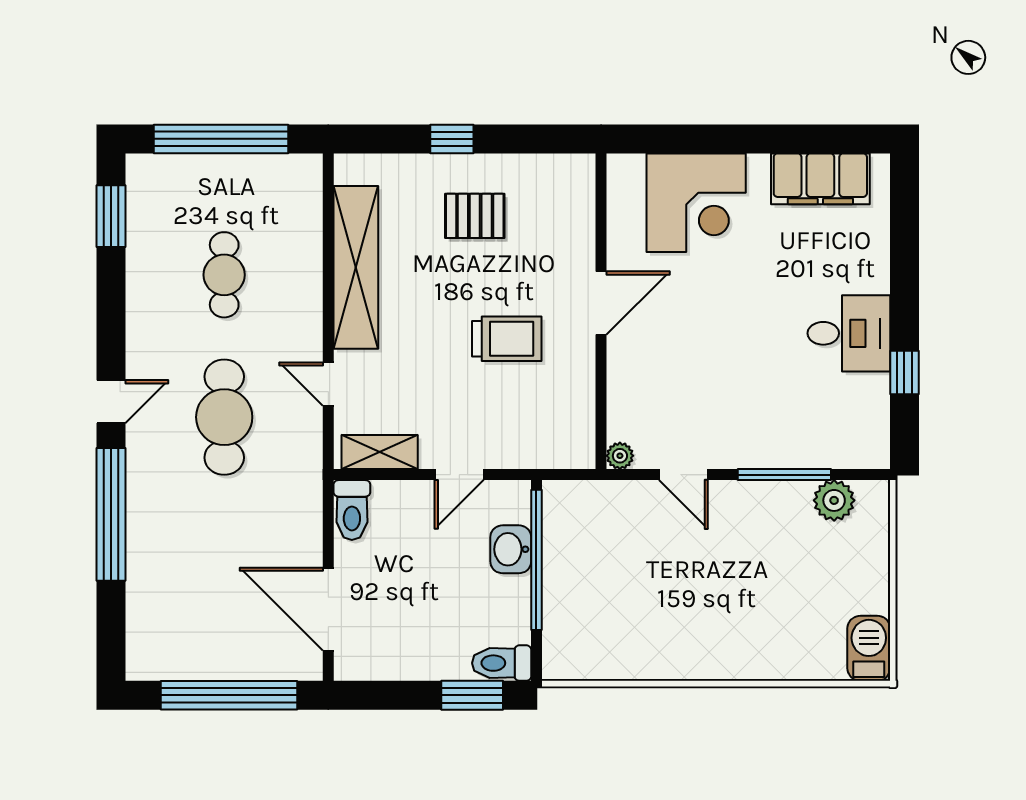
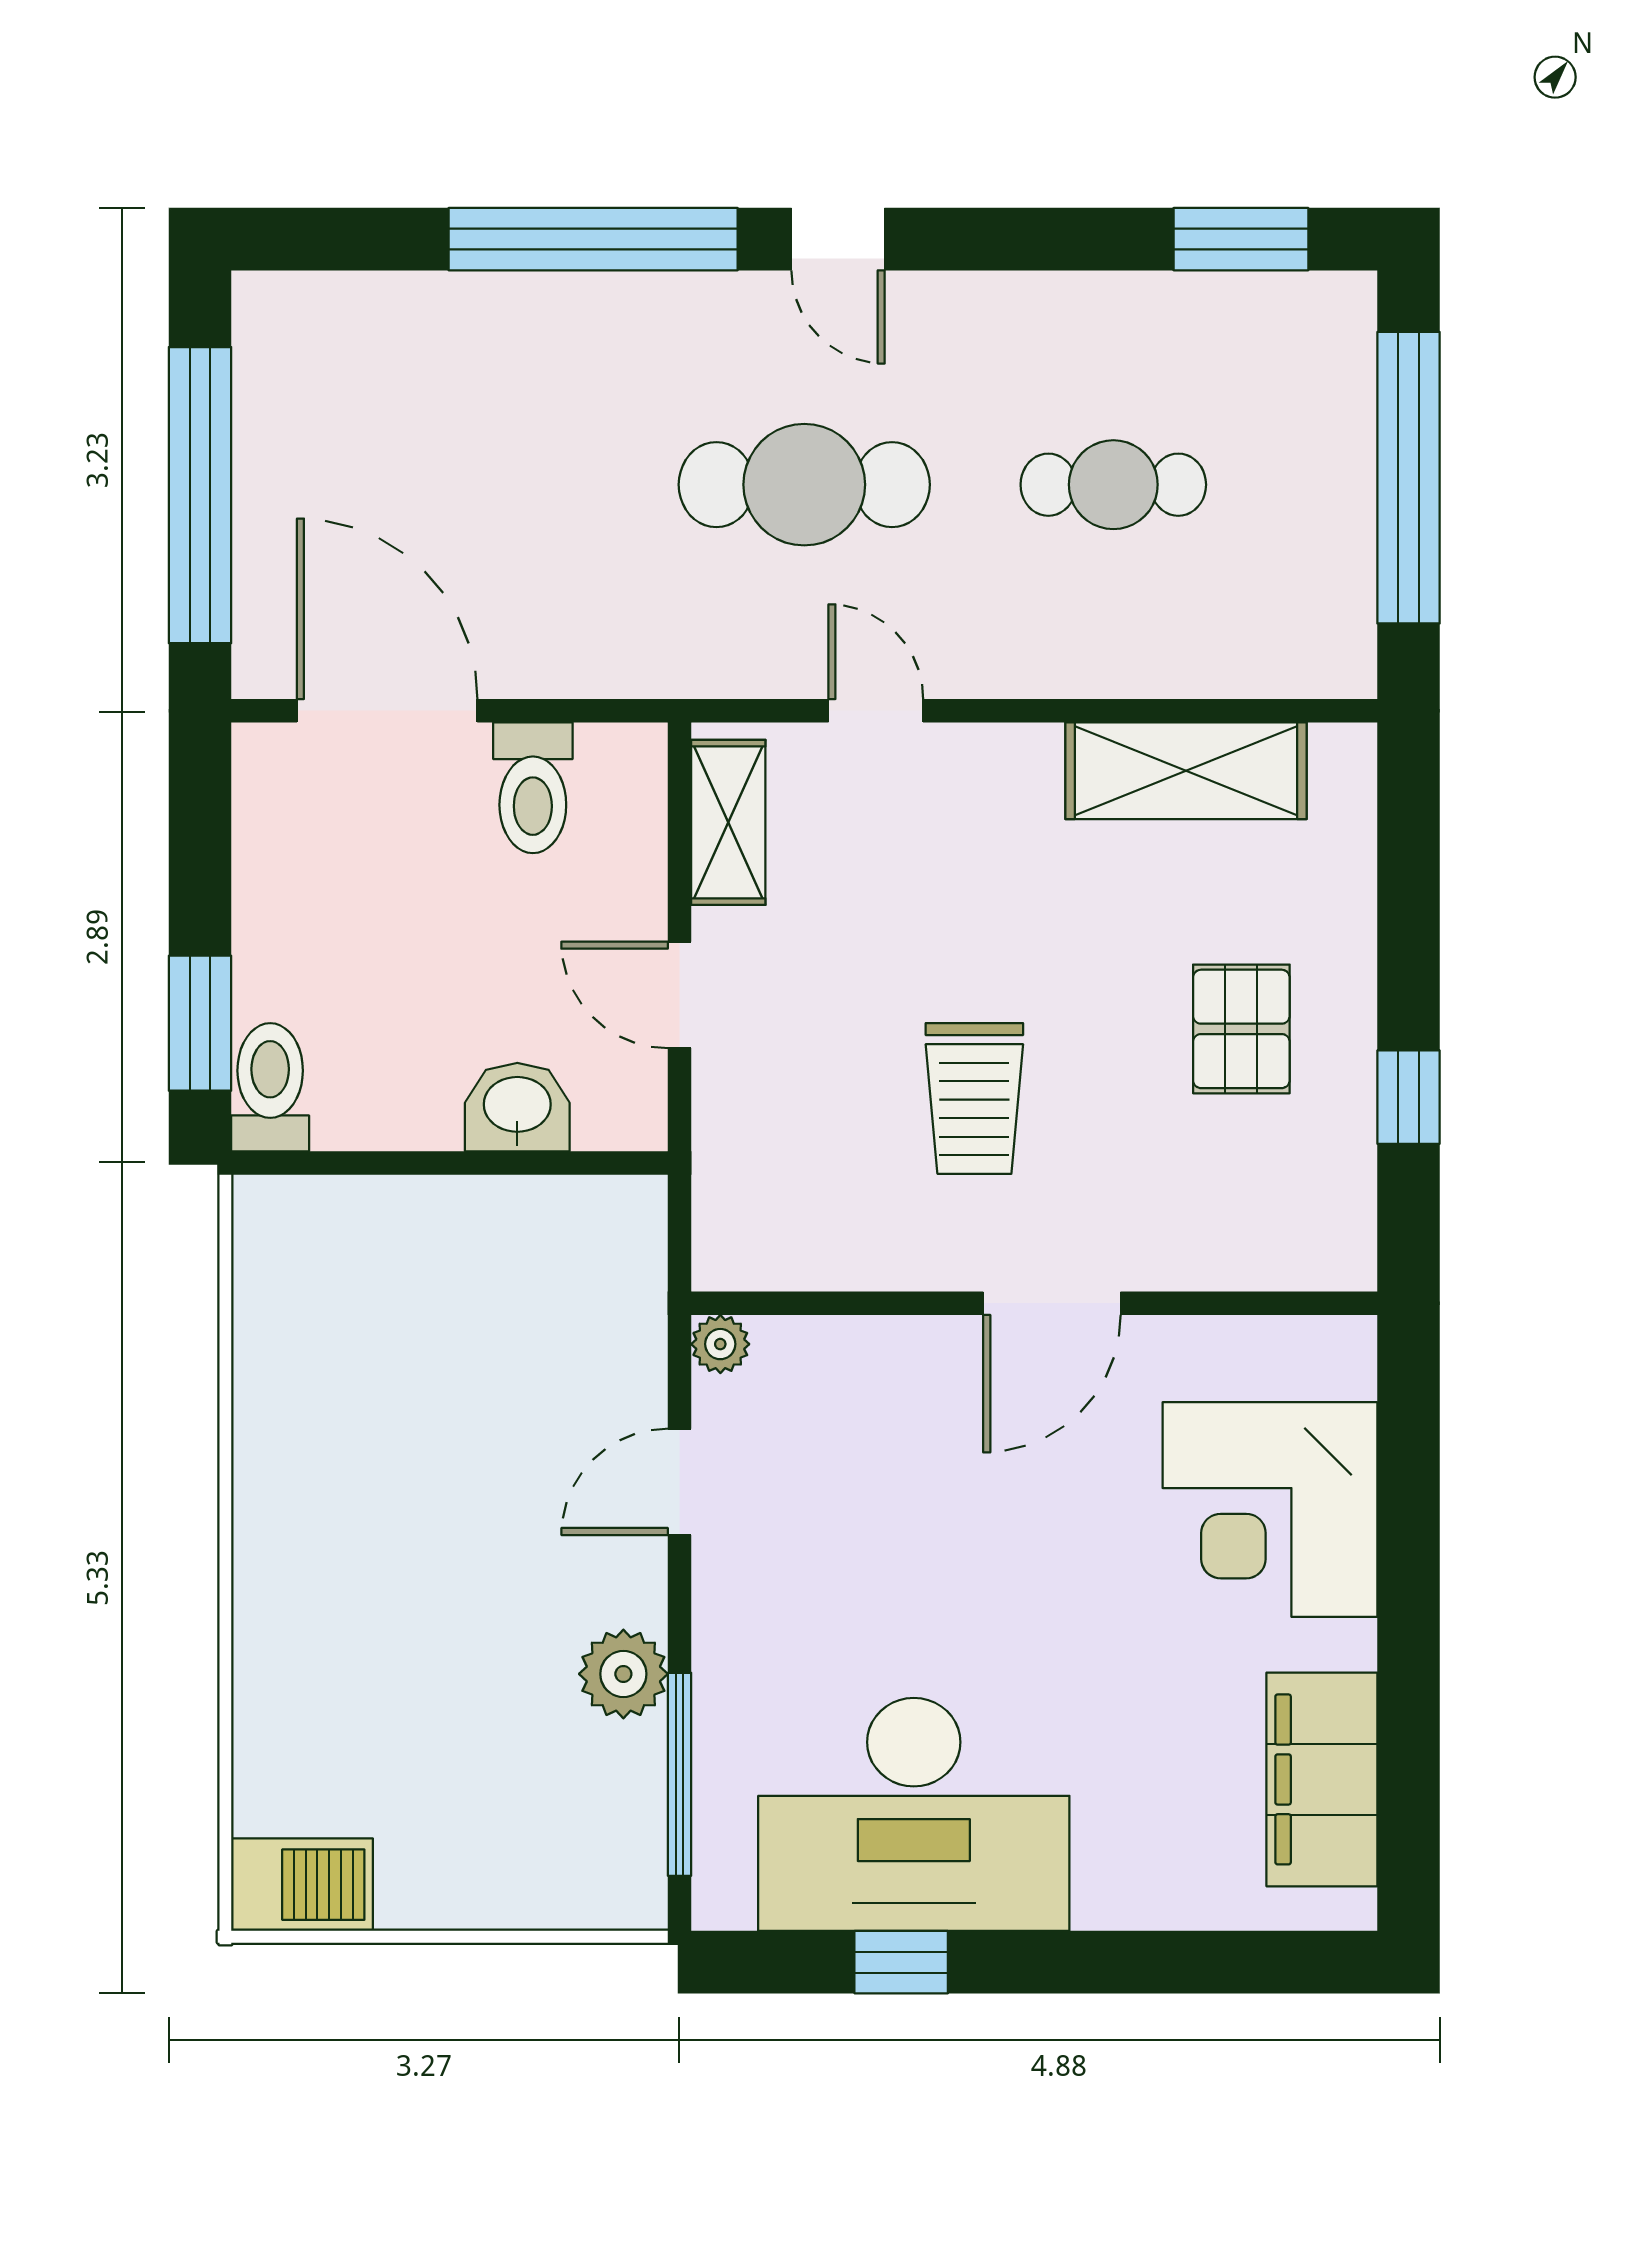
window: (452, 139) -> (1408, 1097), moved
shelving: (356, 267) -> (1186, 771), width x0.68
door: (601, 303) -> (1052, 1303), hinge flipped
desk: (849, 333) -> (914, 1814), width x1.87, depth x1.30
door: (328, 384) -> (876, 711), hinge flipped
window: (784, 475) -> (679, 1774), moved
plant: (834, 500) -> (623, 1674), moved
toilet: (352, 510) -> (533, 788), moved, turned -90
window: (536, 560) -> (494, 1163), removed
door: (328, 609) -> (387, 711), hinge flipped

